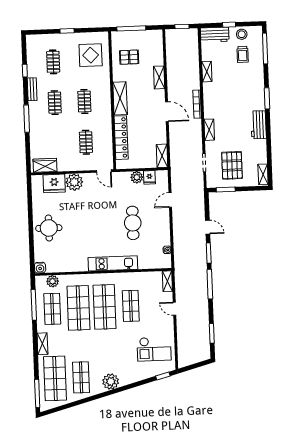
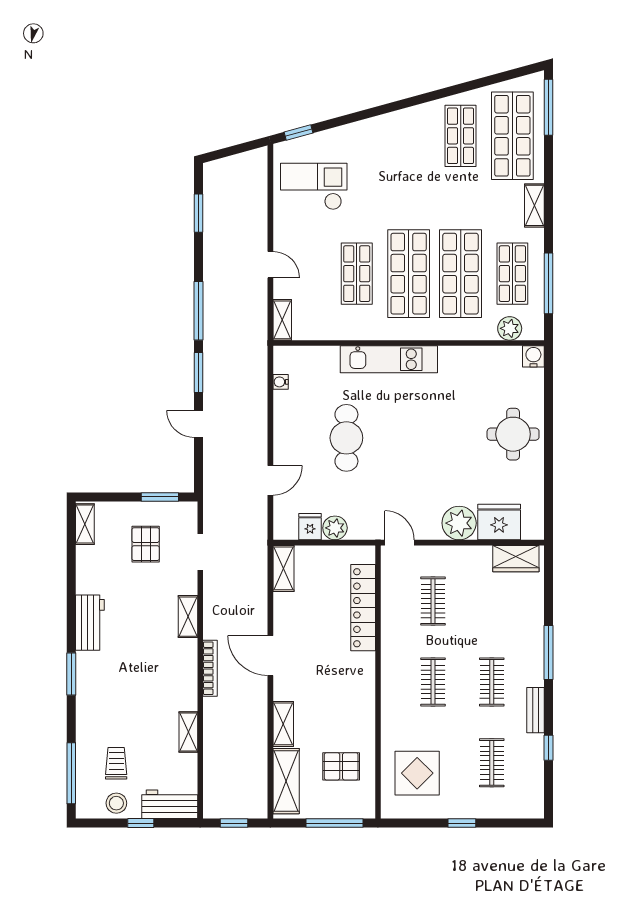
shelving: (120, 98) -> (286, 781), moved
pallet: (232, 165) -> (146, 544), width x0.67, depth x0.71
plant: (111, 382) -> (402, 125), removed

